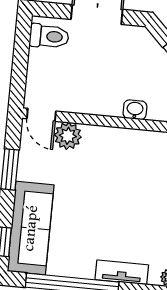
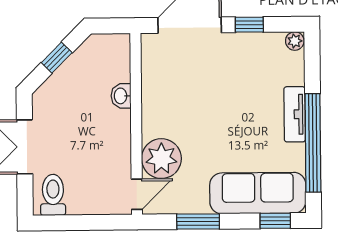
plant: (68, 136) -> (161, 159), width x1.36, depth x1.36
tv unit: (122, 272) -> (295, 114), moved

